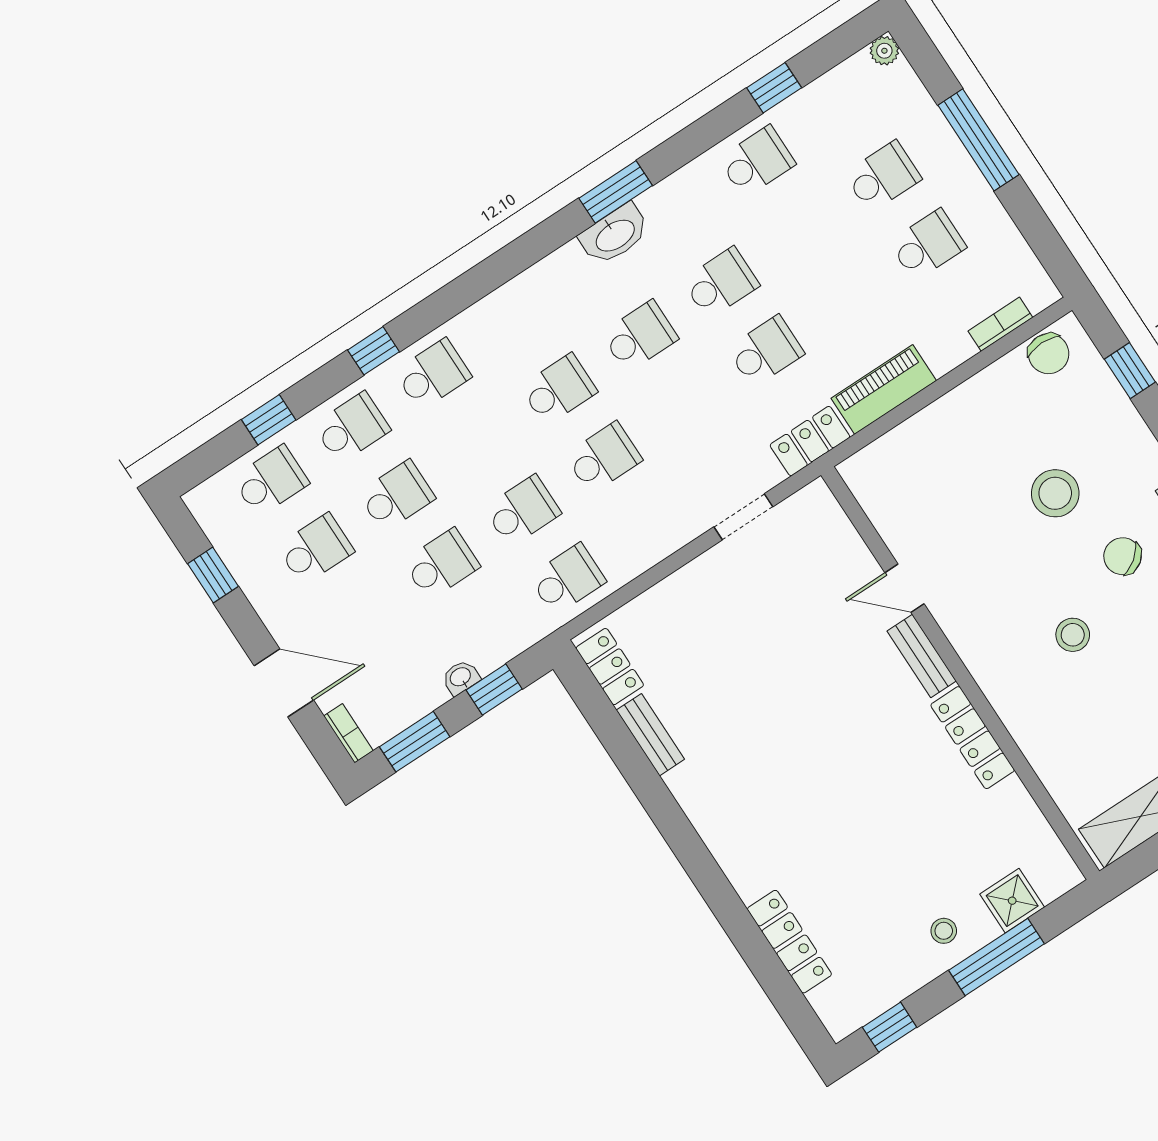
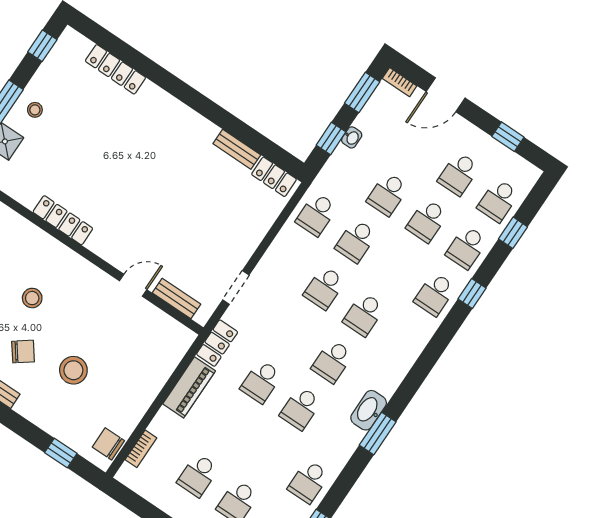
bench: (922, 656) -> (177, 299), moved

